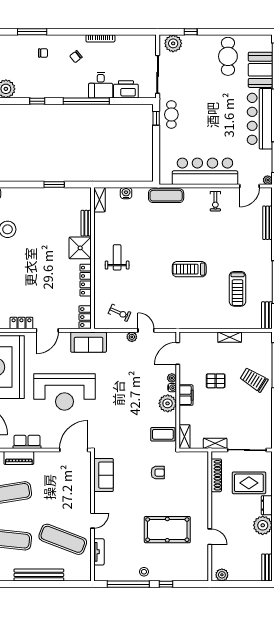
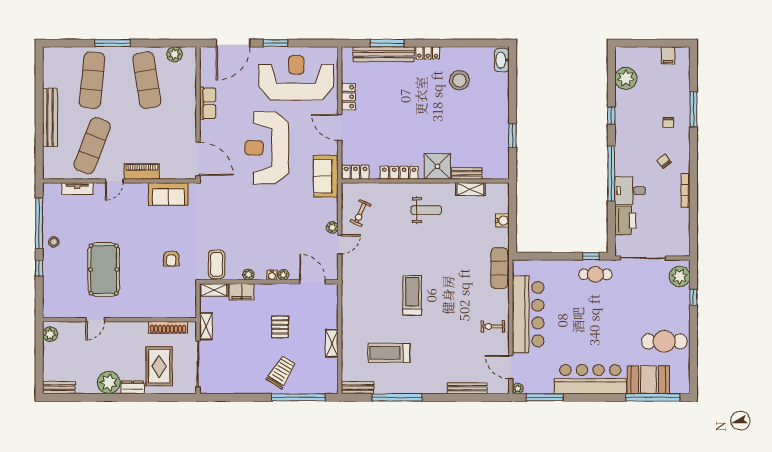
shelving: (99, 200) -> (470, 189), moved
filing cabinet: (186, 395) -> (242, 292), moved
plant: (168, 403) -> (248, 275), width x0.53, depth x0.53
piano: (19, 458) -> (142, 171), moved, turned 90
door: (92, 521) -> (114, 181), hinge flipped

